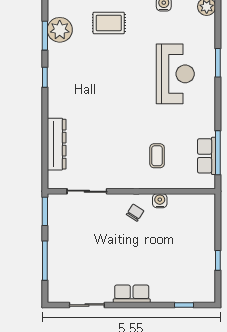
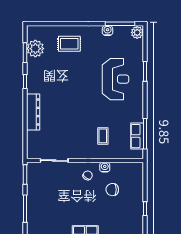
dresser: (57, 144) -> (33, 112), moved
chair: (171, 233) -> (112, 190), added

